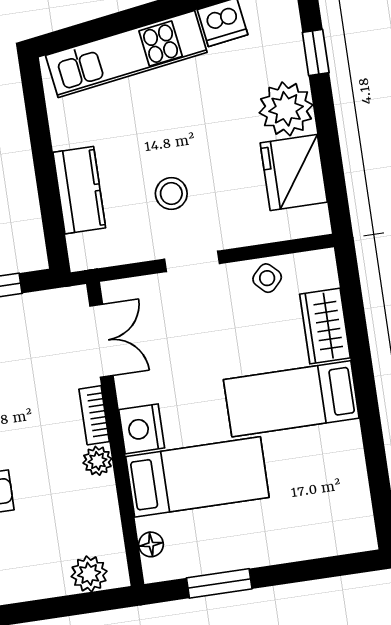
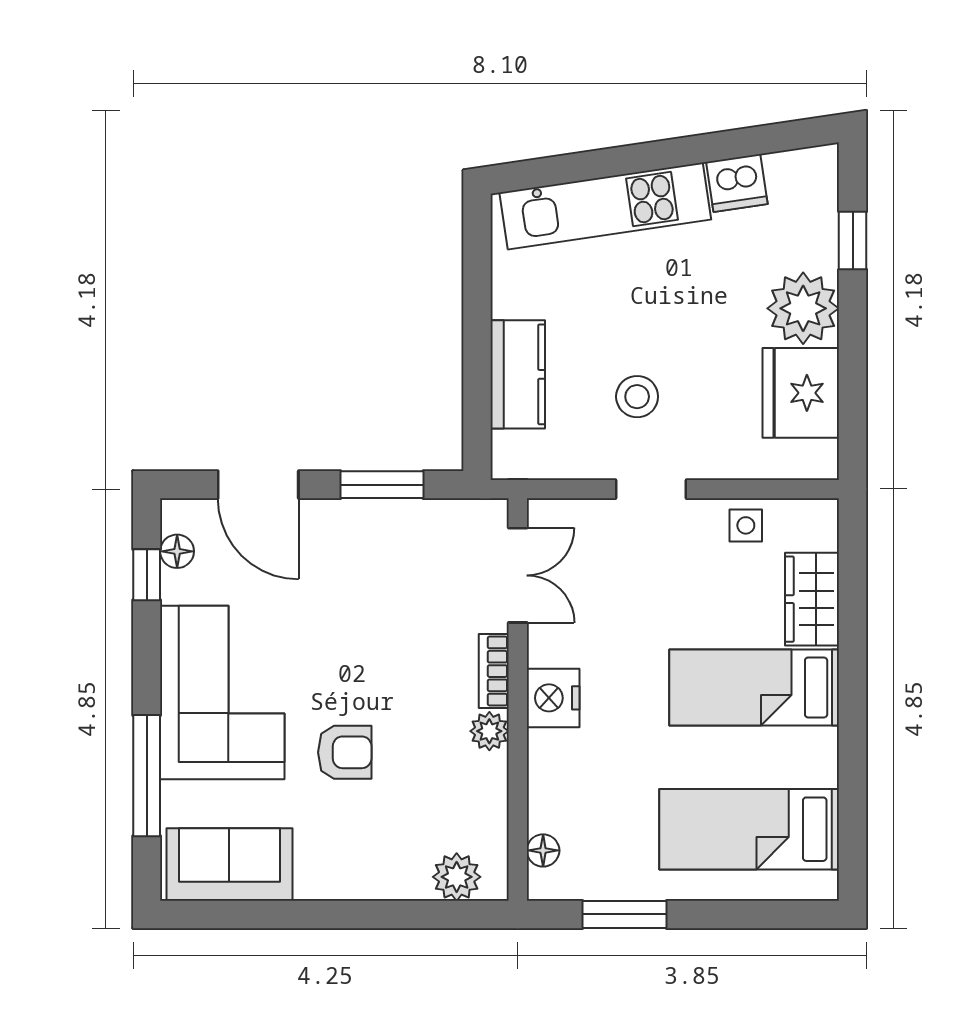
side table: (267, 278) -> (746, 525), turned 45
bed: (197, 477) -> (749, 829), moved, turned 180

